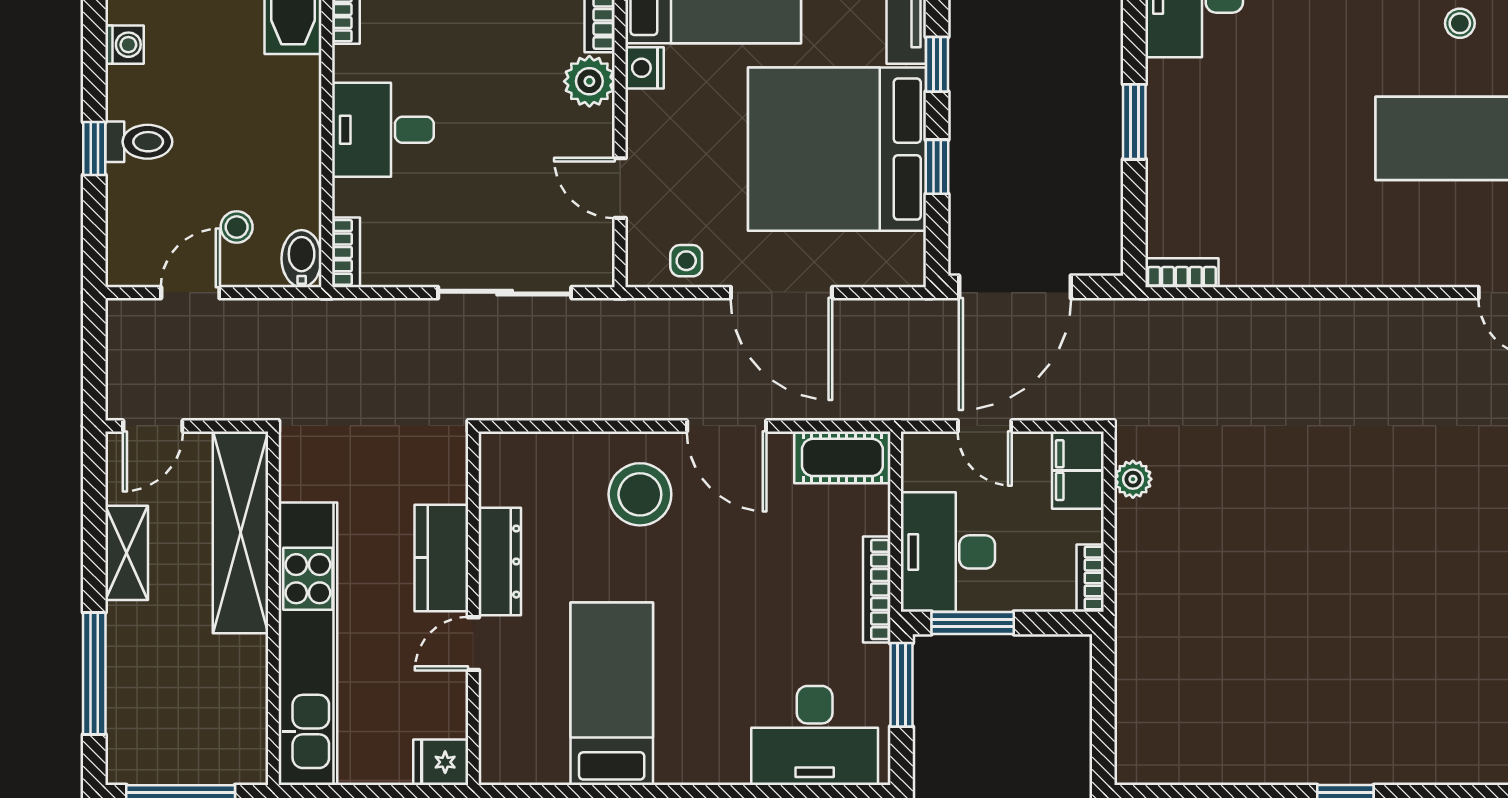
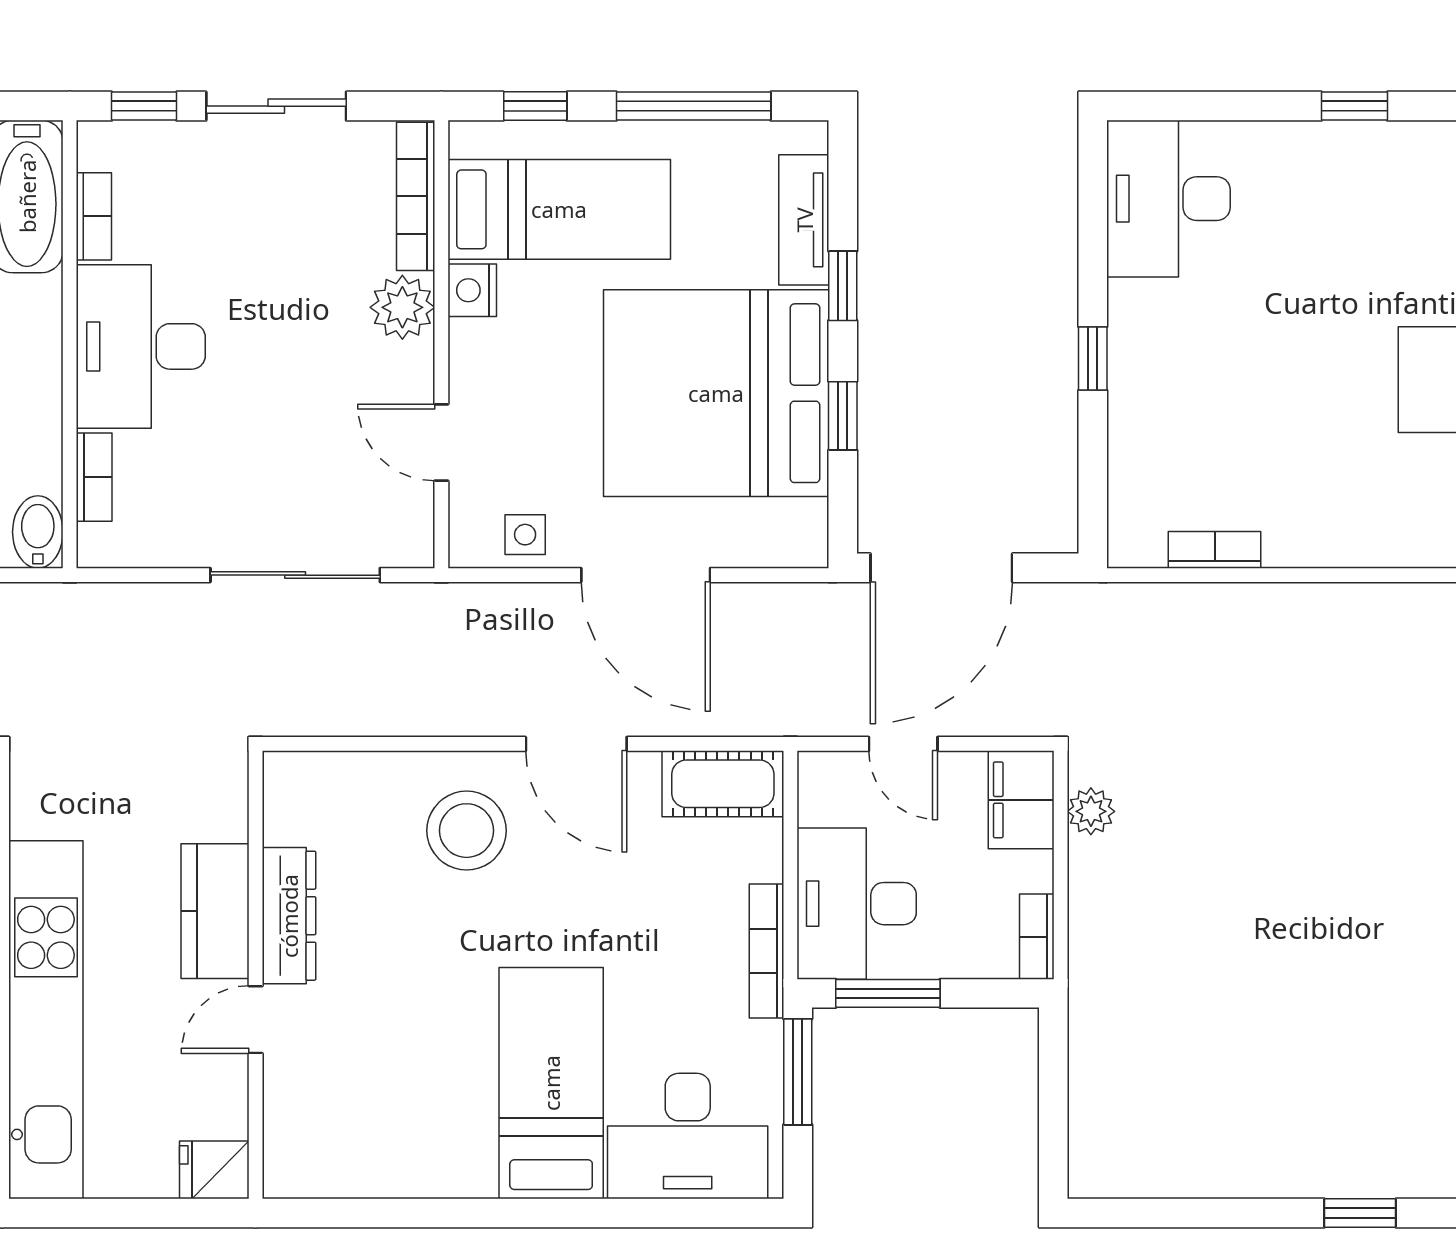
window: (1134, 122) -> (1093, 359), width x0.67
desk: (383, 130) -> (141, 346), width x1.37
bookcase: (346, 252) -> (94, 477), moved
bookcase: (1182, 273) -> (1215, 550), moved
bed: (612, 694) -> (551, 1083), moved

